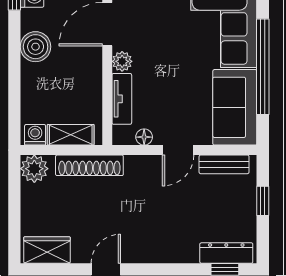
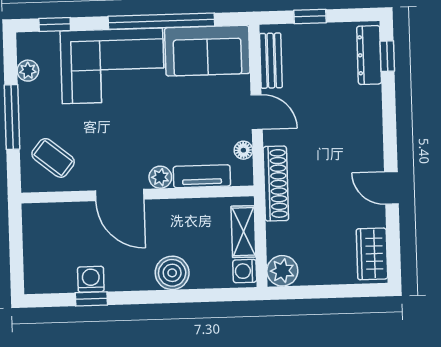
boiler: (36, 47) -> (172, 273), moved
shoe rack: (89, 165) -> (276, 184), moved

